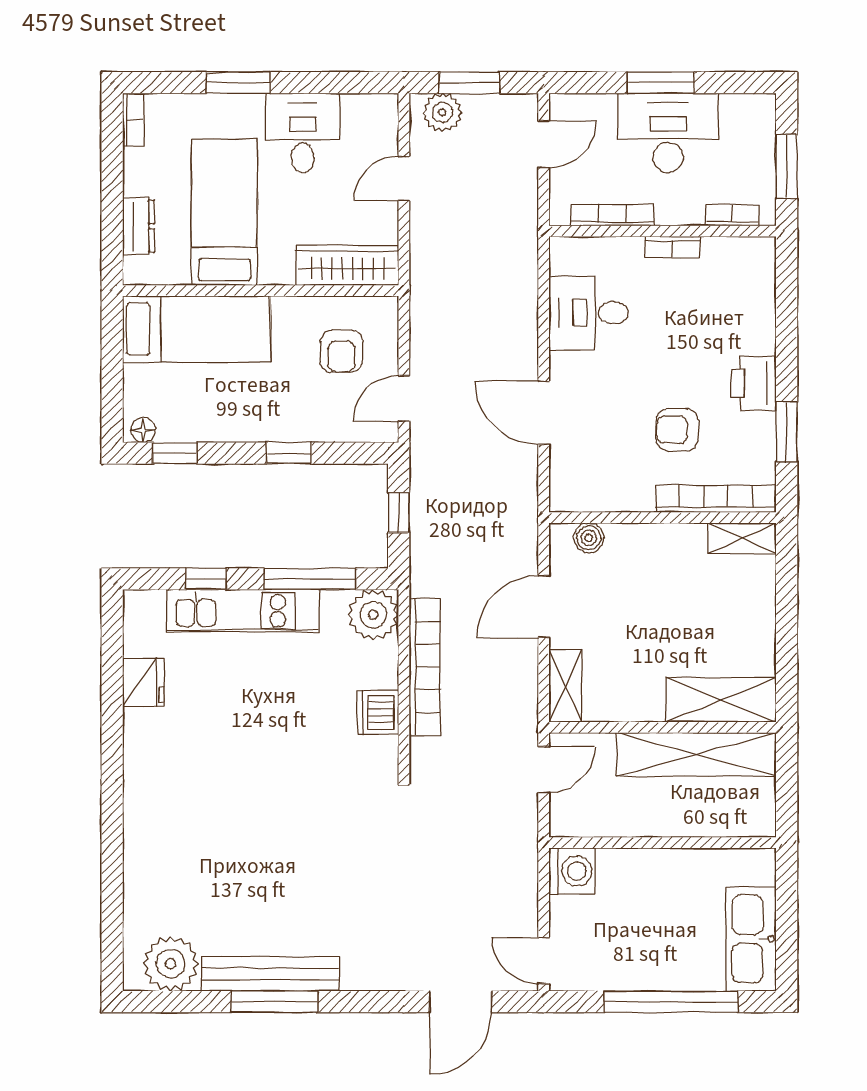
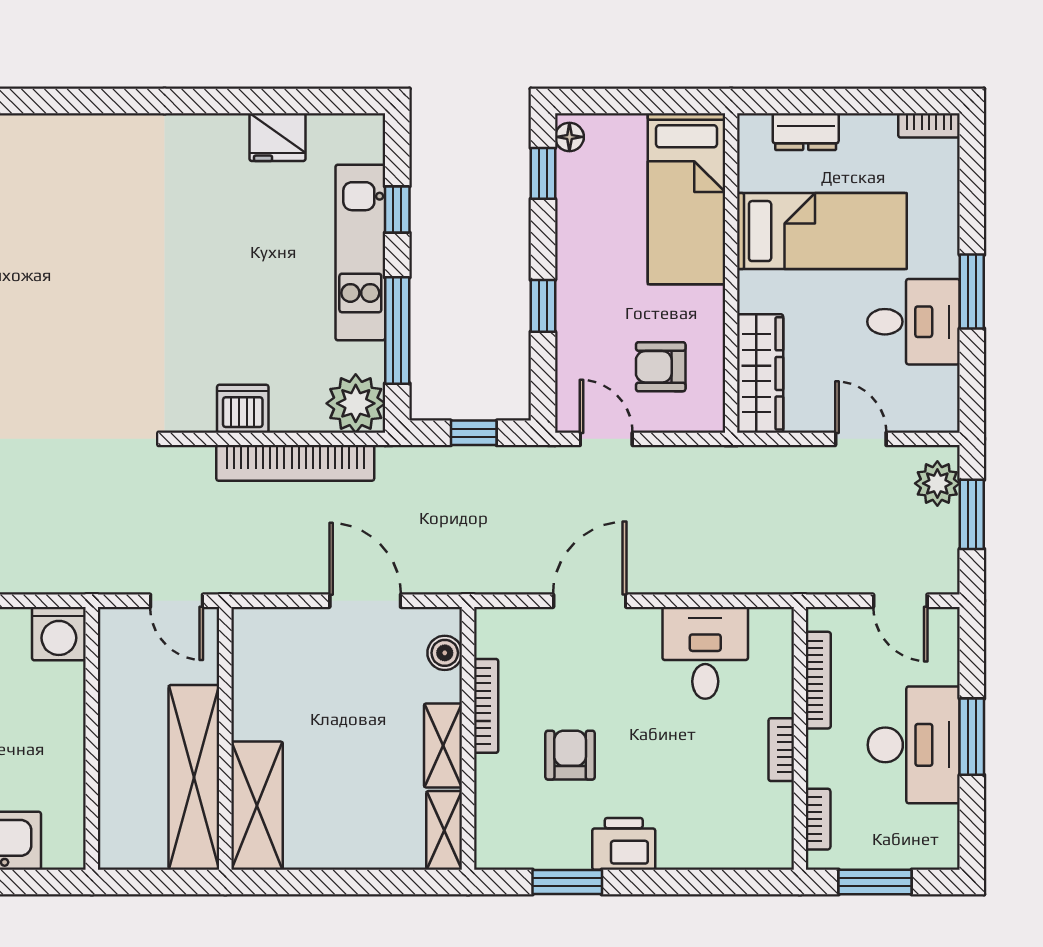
window: (238, 83) -> (972, 292), moved
bookcase: (716, 499) -> (486, 706), moved, width x0.68, depth x0.76
shelving: (565, 686) -> (443, 745), moved, turned 90

